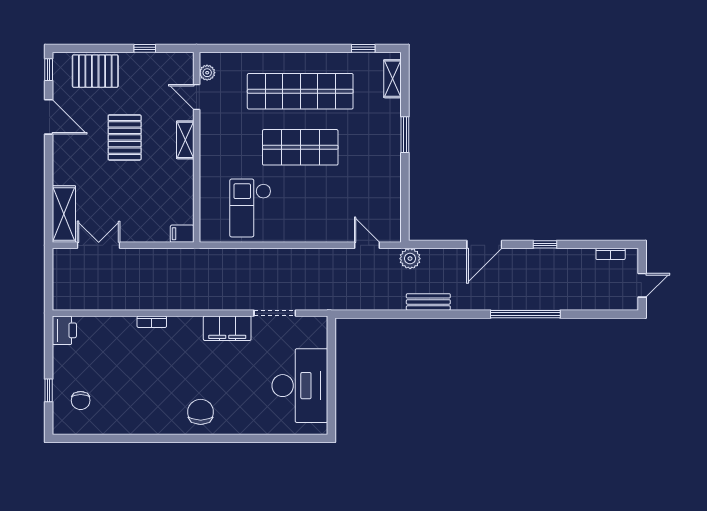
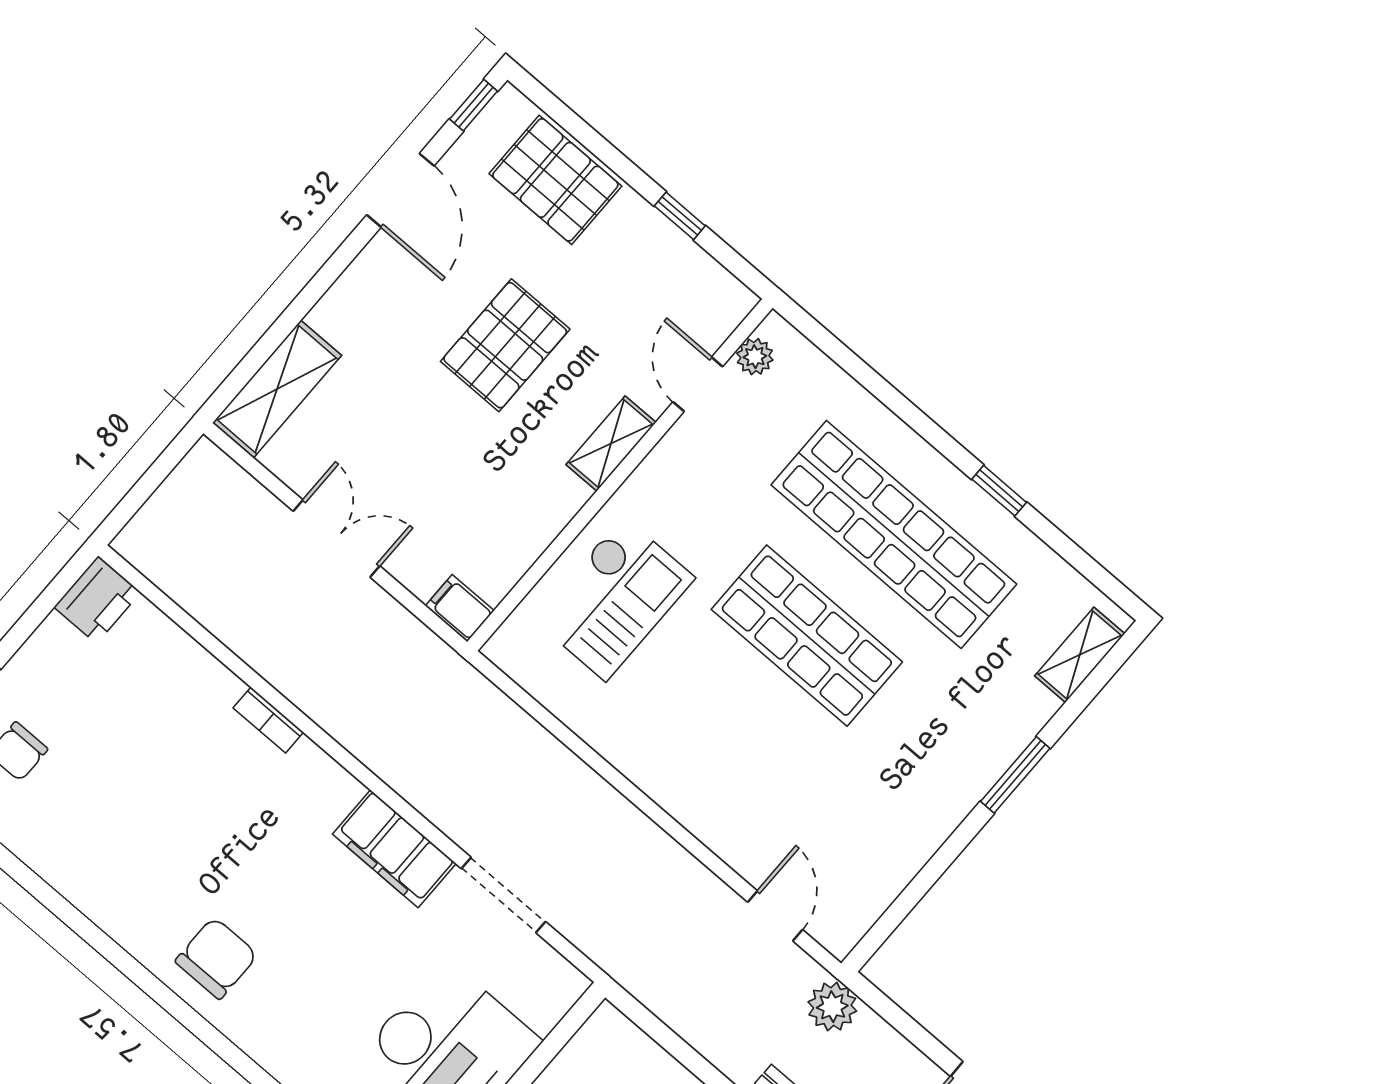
window: (363, 48) -> (999, 491), moved
checkout: (250, 208) -> (614, 598), moved, turned 180
double door: (99, 245) -> (336, 539), moved

